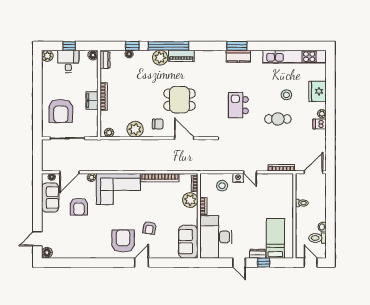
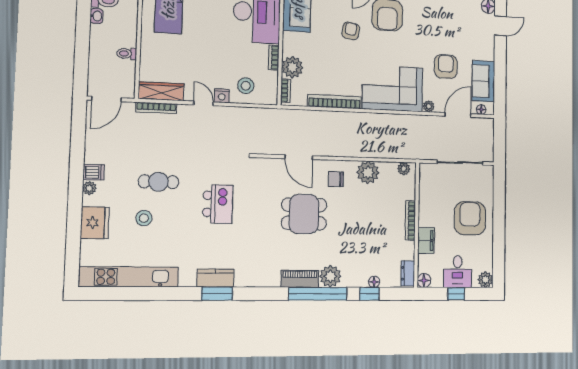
filing cabinet: (92, 101) -> (426, 240), moved
armchair: (61, 111) -> (470, 218), moved
wardrobe: (278, 179) -> (161, 91), added

